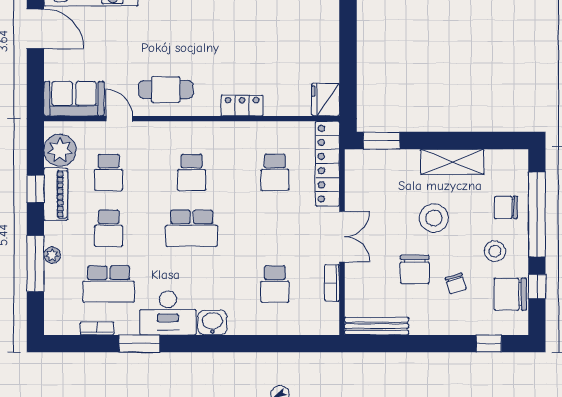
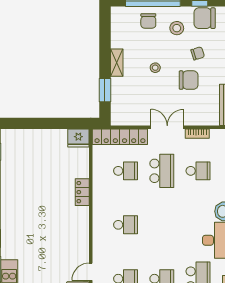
cafe table: (166, 90) -> (72, 242), removed
window: (382, 141) -> (105, 90), moved
shelving: (452, 162) -> (117, 63), width x0.67, depth x0.75
stool: (434, 218) -> (155, 68), width x0.53, depth x0.53
school desk: (192, 228) -> (162, 171), moved
chair: (510, 294) -> (205, 18), turned 90

